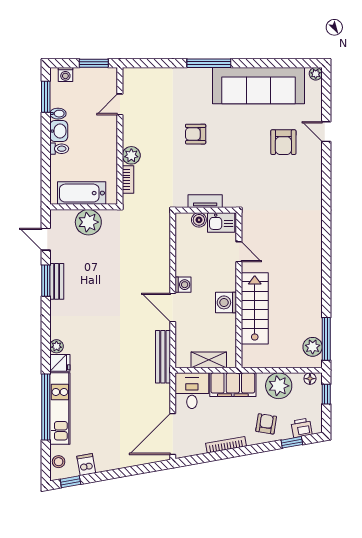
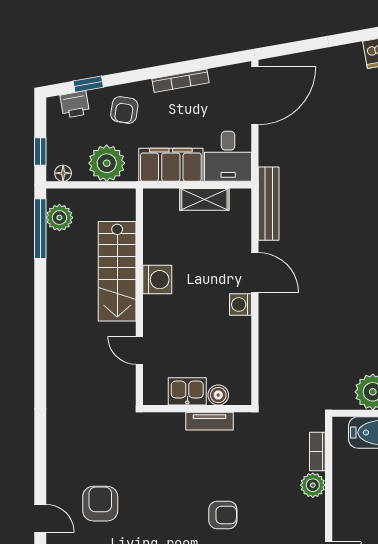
door: (239, 252) -> (139, 350), moved
wall: (239, 290) -> (139, 297), moved
washing machine: (226, 302) -> (157, 280), moved
stairs: (255, 308) -> (117, 271), moved

